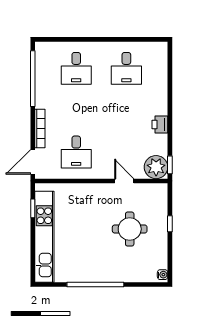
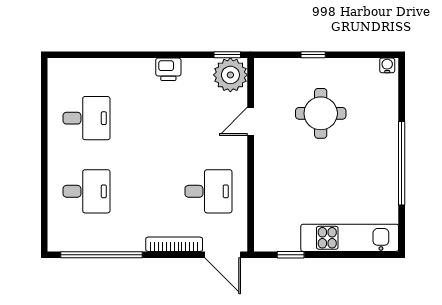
kitchen unit: (44, 237) -> (350, 238), width x0.73

